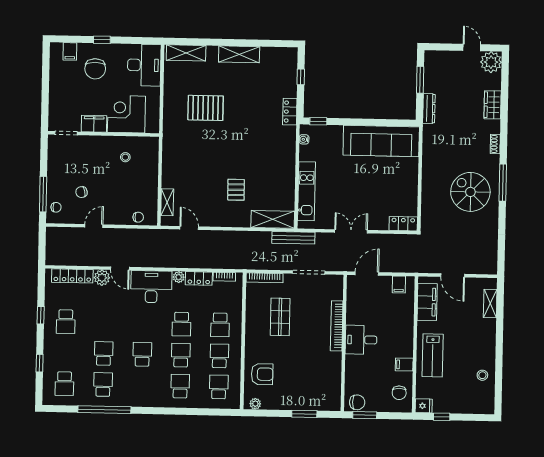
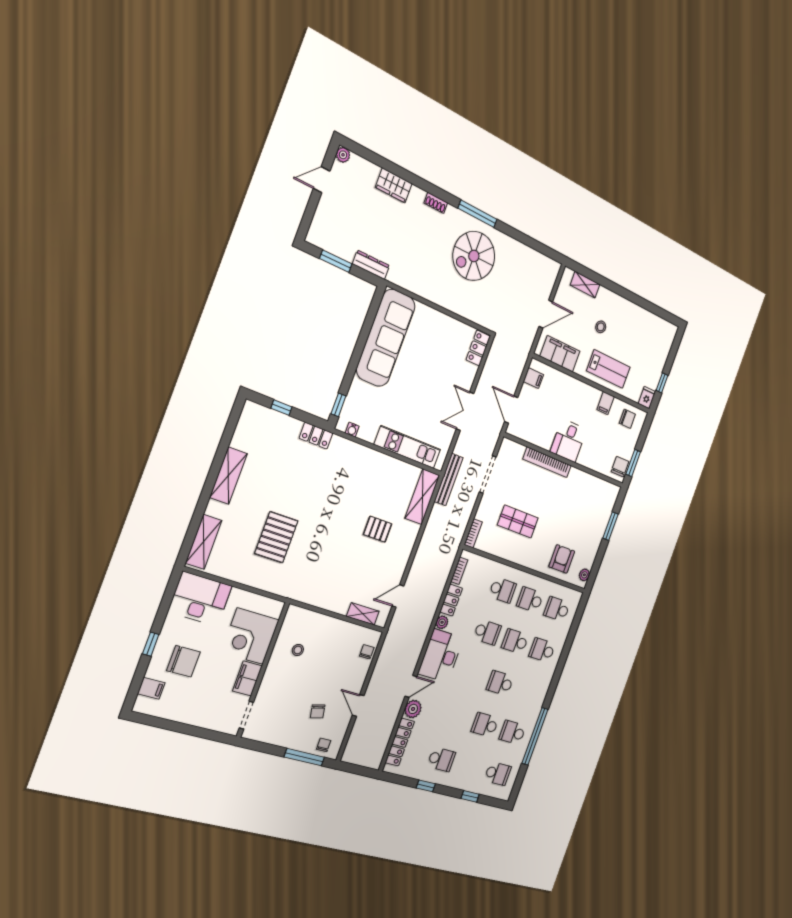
plant: (491, 62) -> (343, 155), width x0.53, depth x0.53
bookcase: (264, 278) -> (473, 533), width x0.64
stool: (482, 375) -> (601, 327), moved

